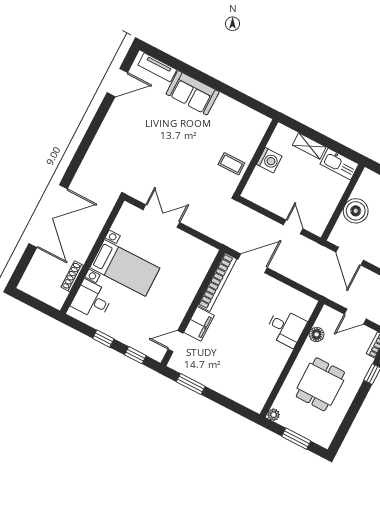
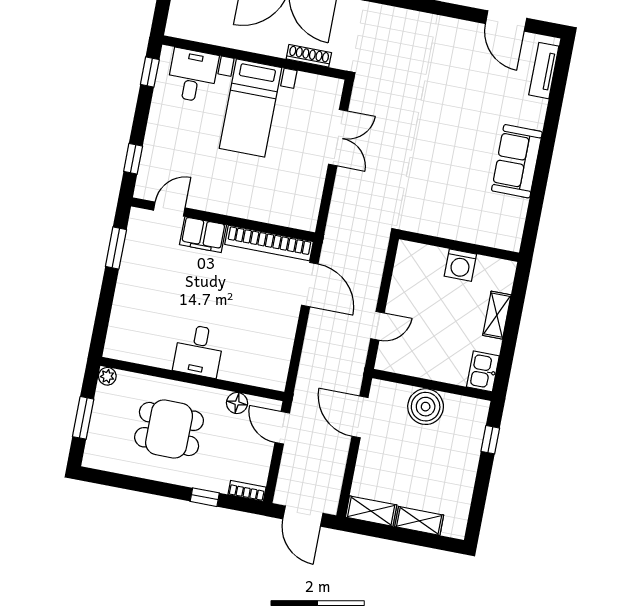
sofa: (193, 93) -> (517, 161), moved
coffee table: (231, 164) -> (440, 214), removed
kitchen sink: (339, 164) -> (483, 371), width x0.73
door: (350, 256) -> (360, 417), hinge flipped
shoe rack: (72, 276) -> (309, 56), moved
door: (355, 317) -> (282, 428), moved
desk: (286, 328) -> (199, 351), moved
window: (103, 339) -> (150, 72), moved
door: (175, 341) -> (169, 209), hinge flipped

